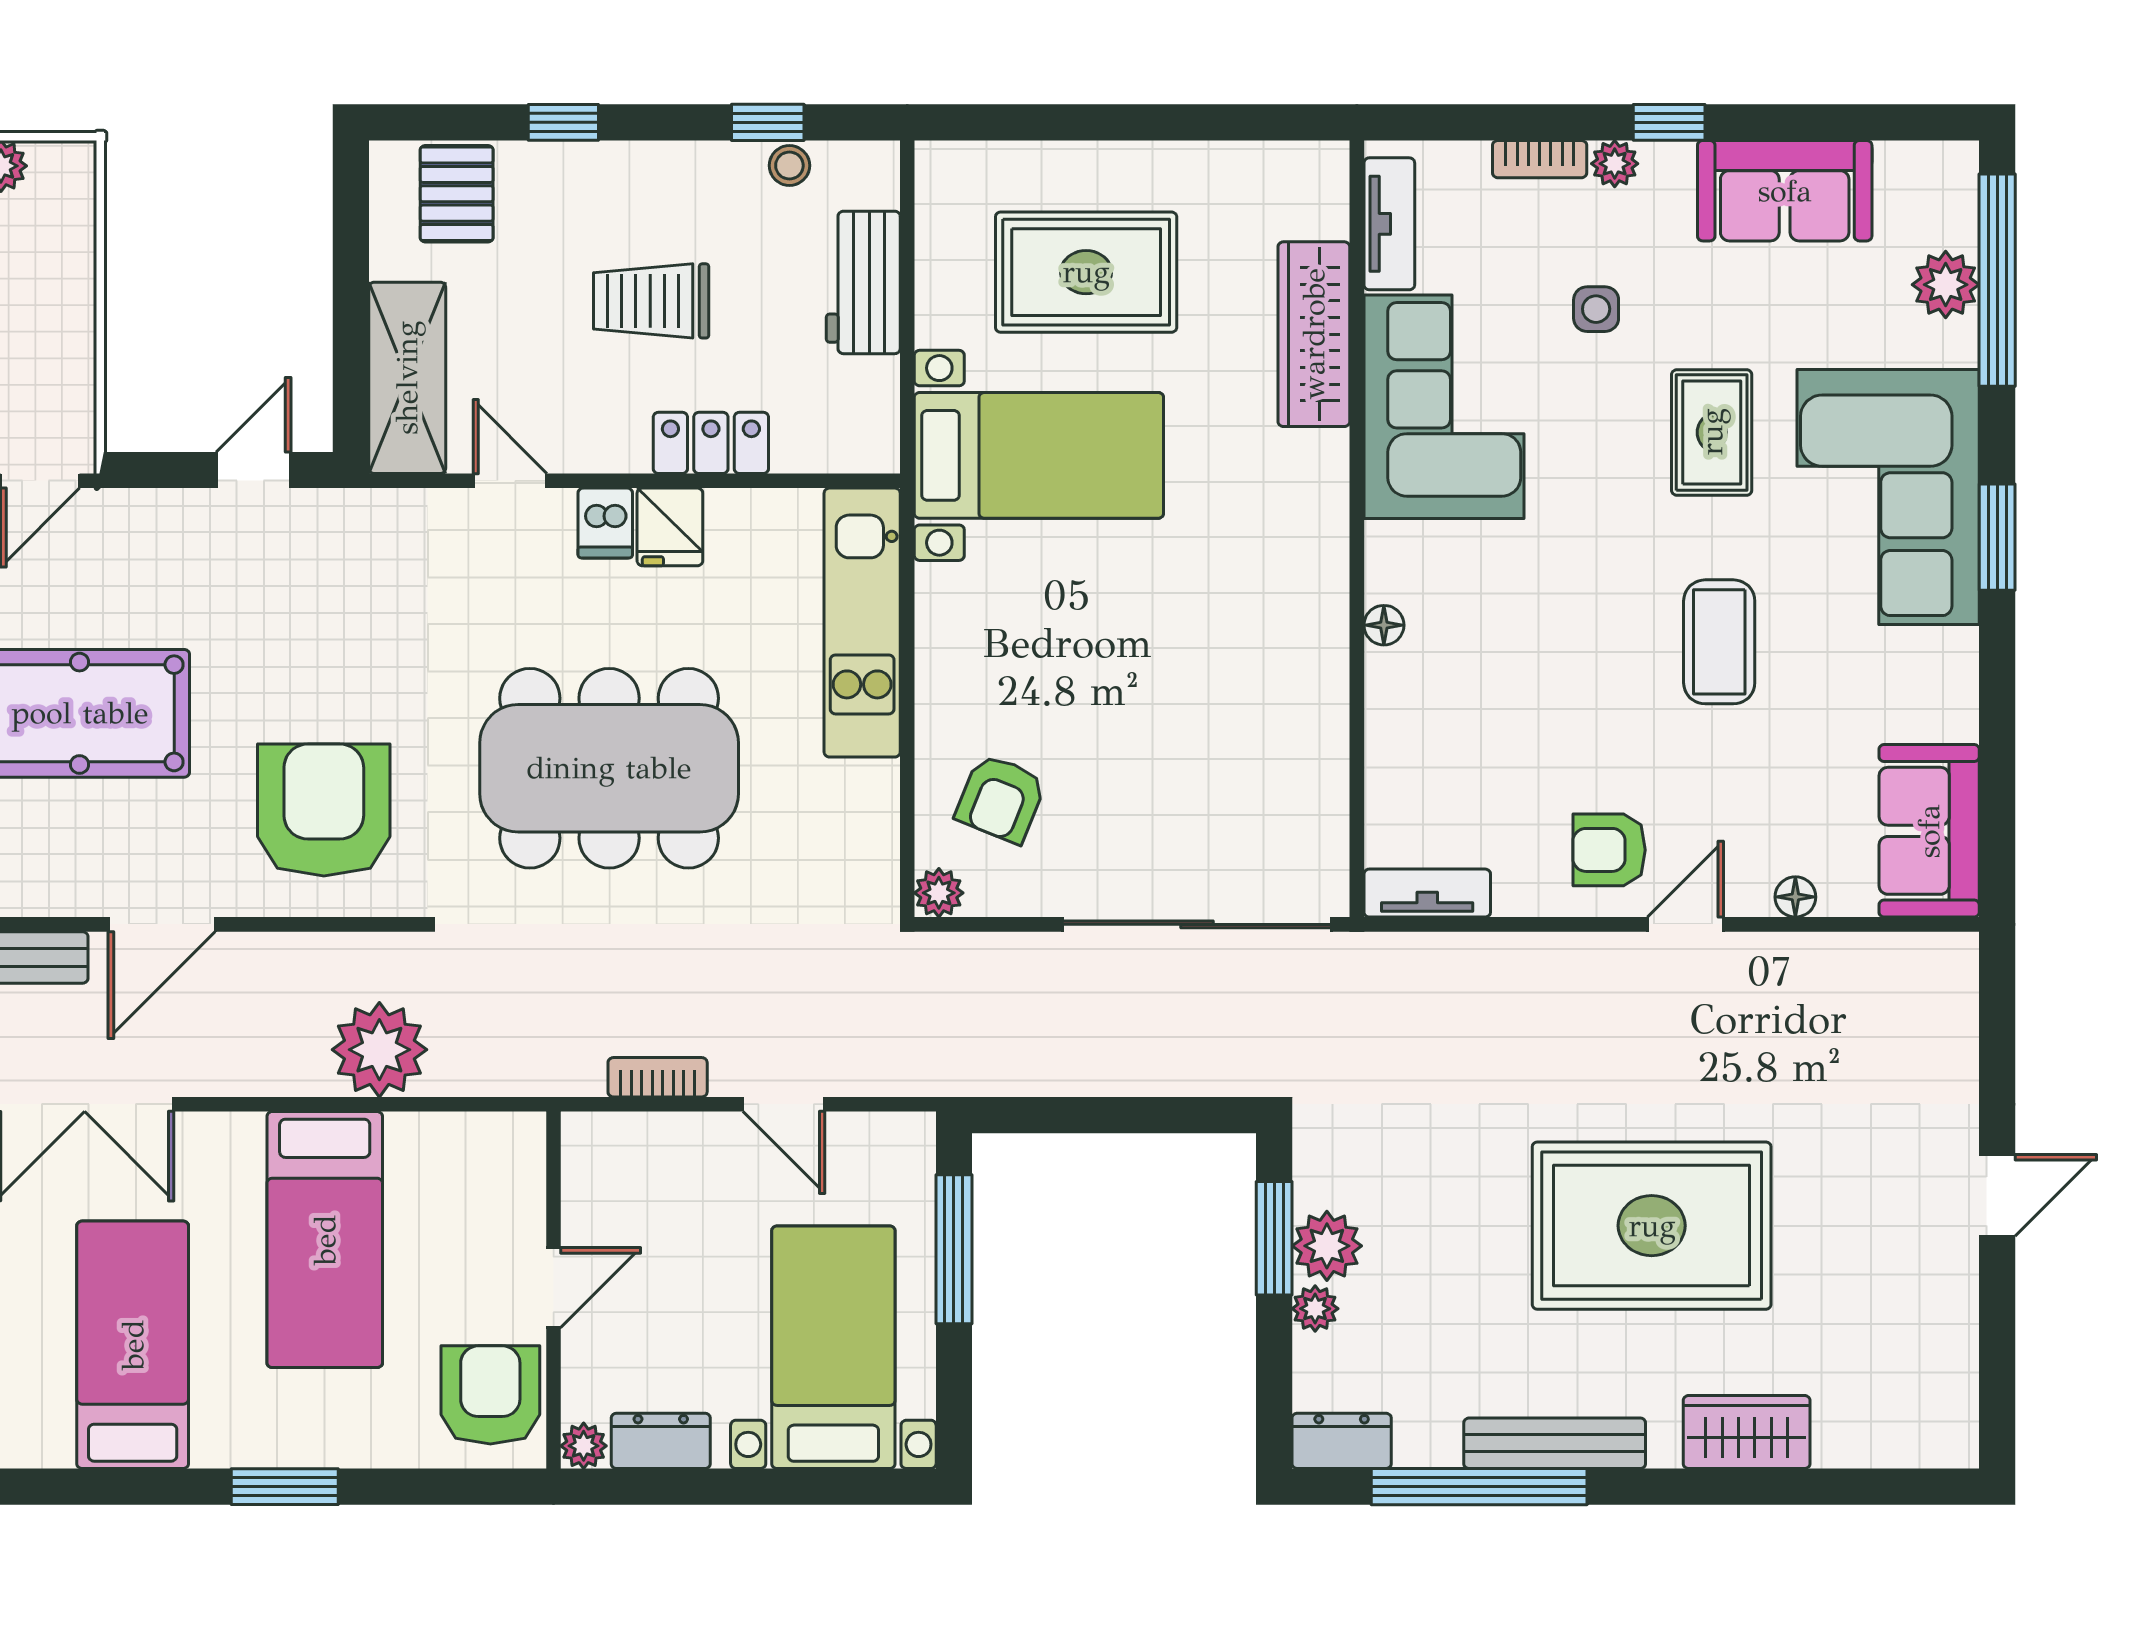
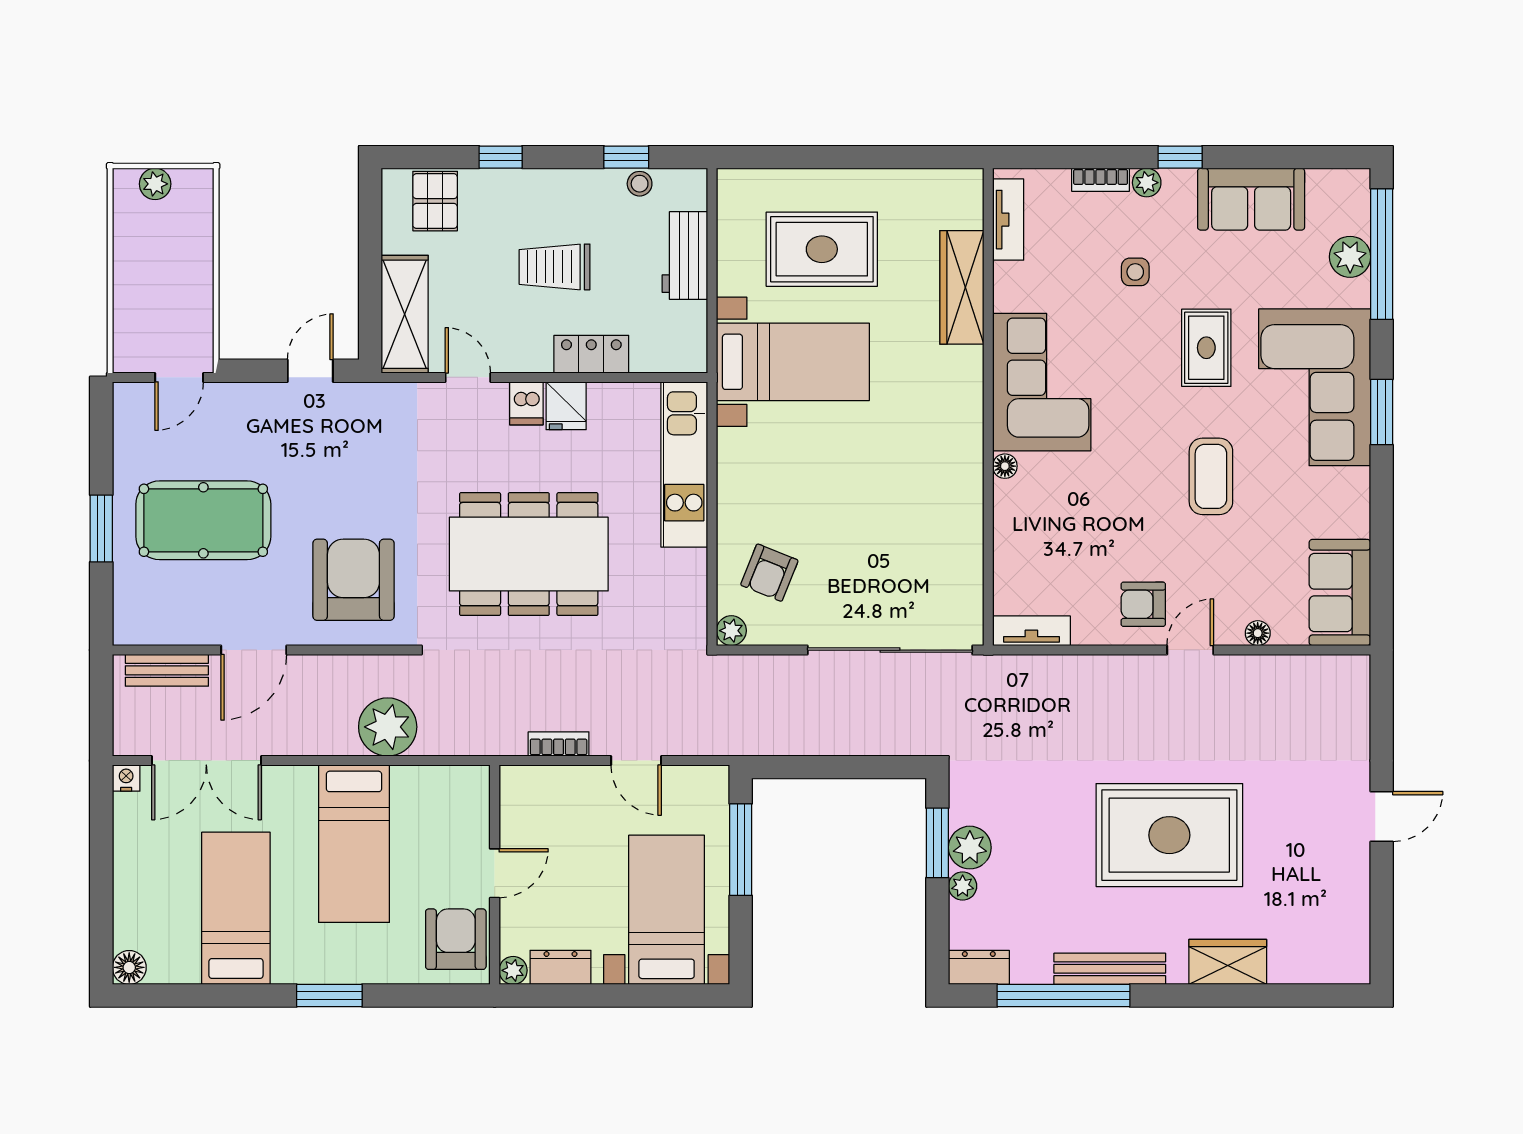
corner sofa: (1444, 407) -> (1042, 382), moved

